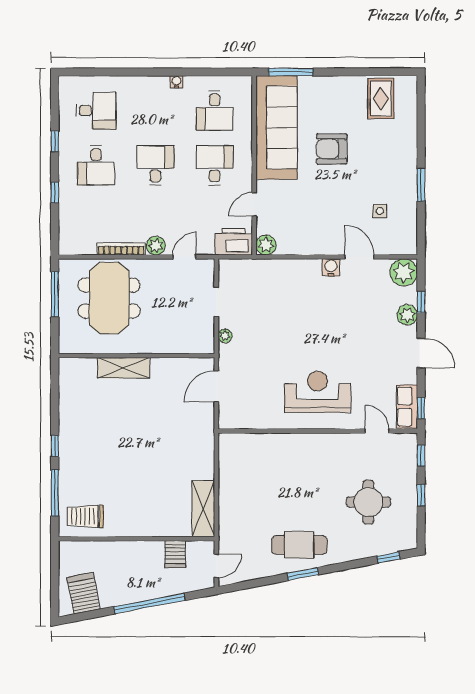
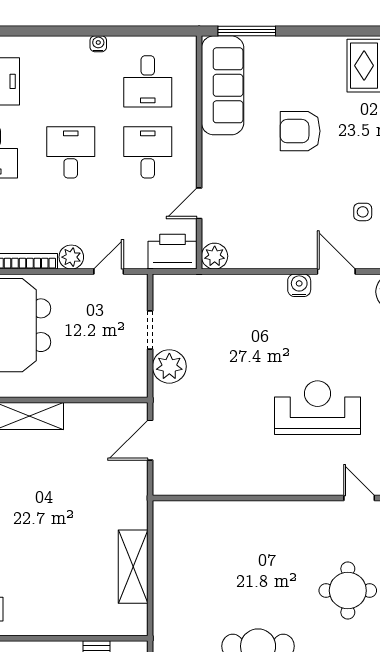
sofa: (276, 127) -> (223, 85), width x0.74, depth x0.79
plant: (225, 336) -> (169, 366), width x1.88, depth x1.88
reception desk: (318, 392) -> (318, 408), moved
shelving: (203, 509) -> (133, 567), moved

